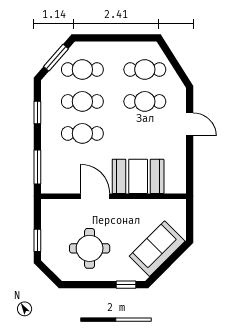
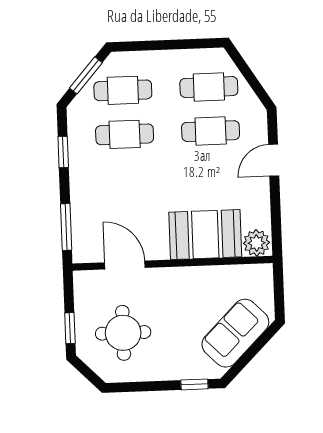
door: (190, 124) -> (274, 160), swing flipped
cafe table: (82, 133) -> (126, 178), removed
plant: (175, 184) -> (256, 243), added
door: (95, 196) -> (125, 265), moved
round table: (90, 248) -> (123, 333), moved

